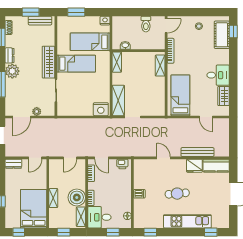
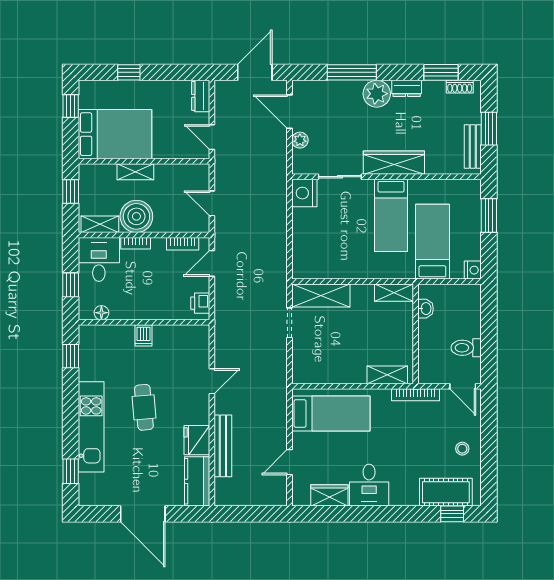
nightstand: (101, 109) -> (304, 193), moved

